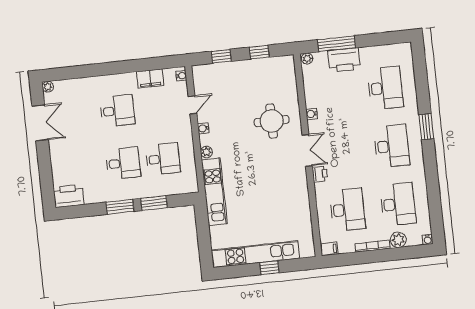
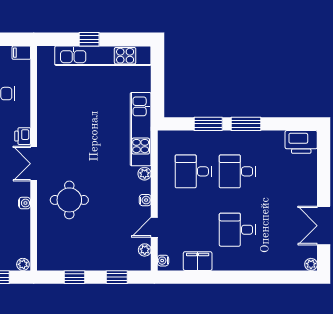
plant: (199, 83) -> (145, 250), added

